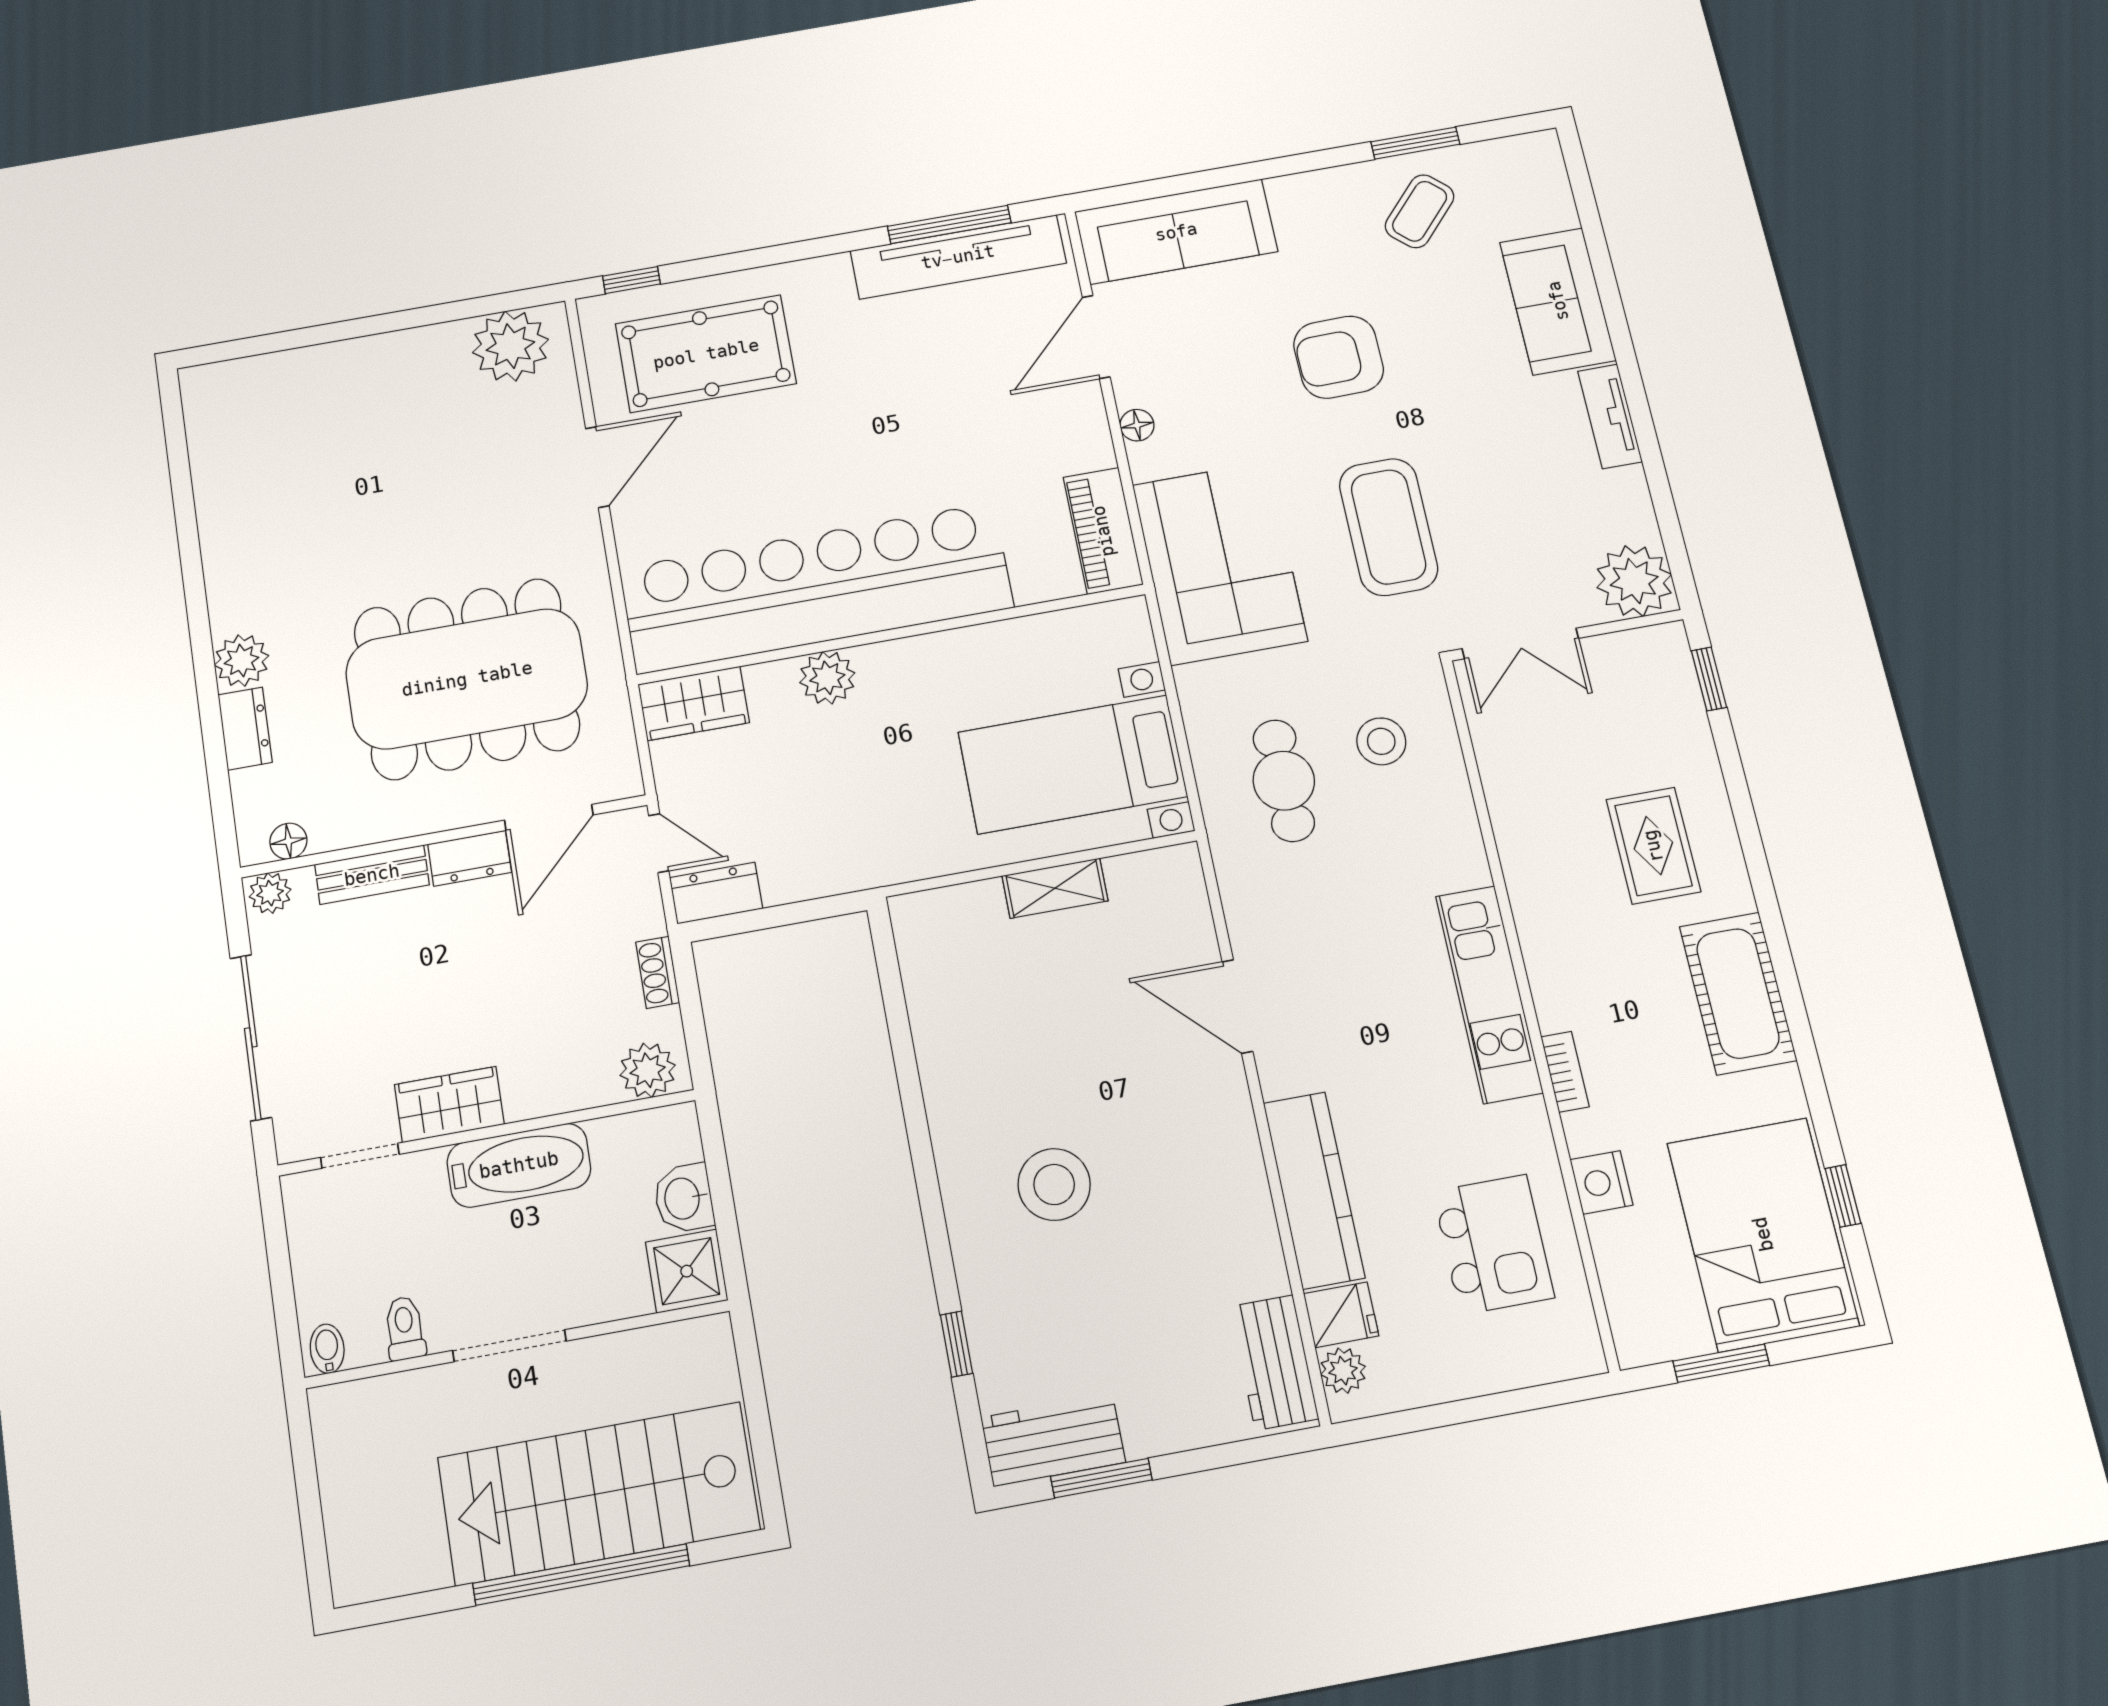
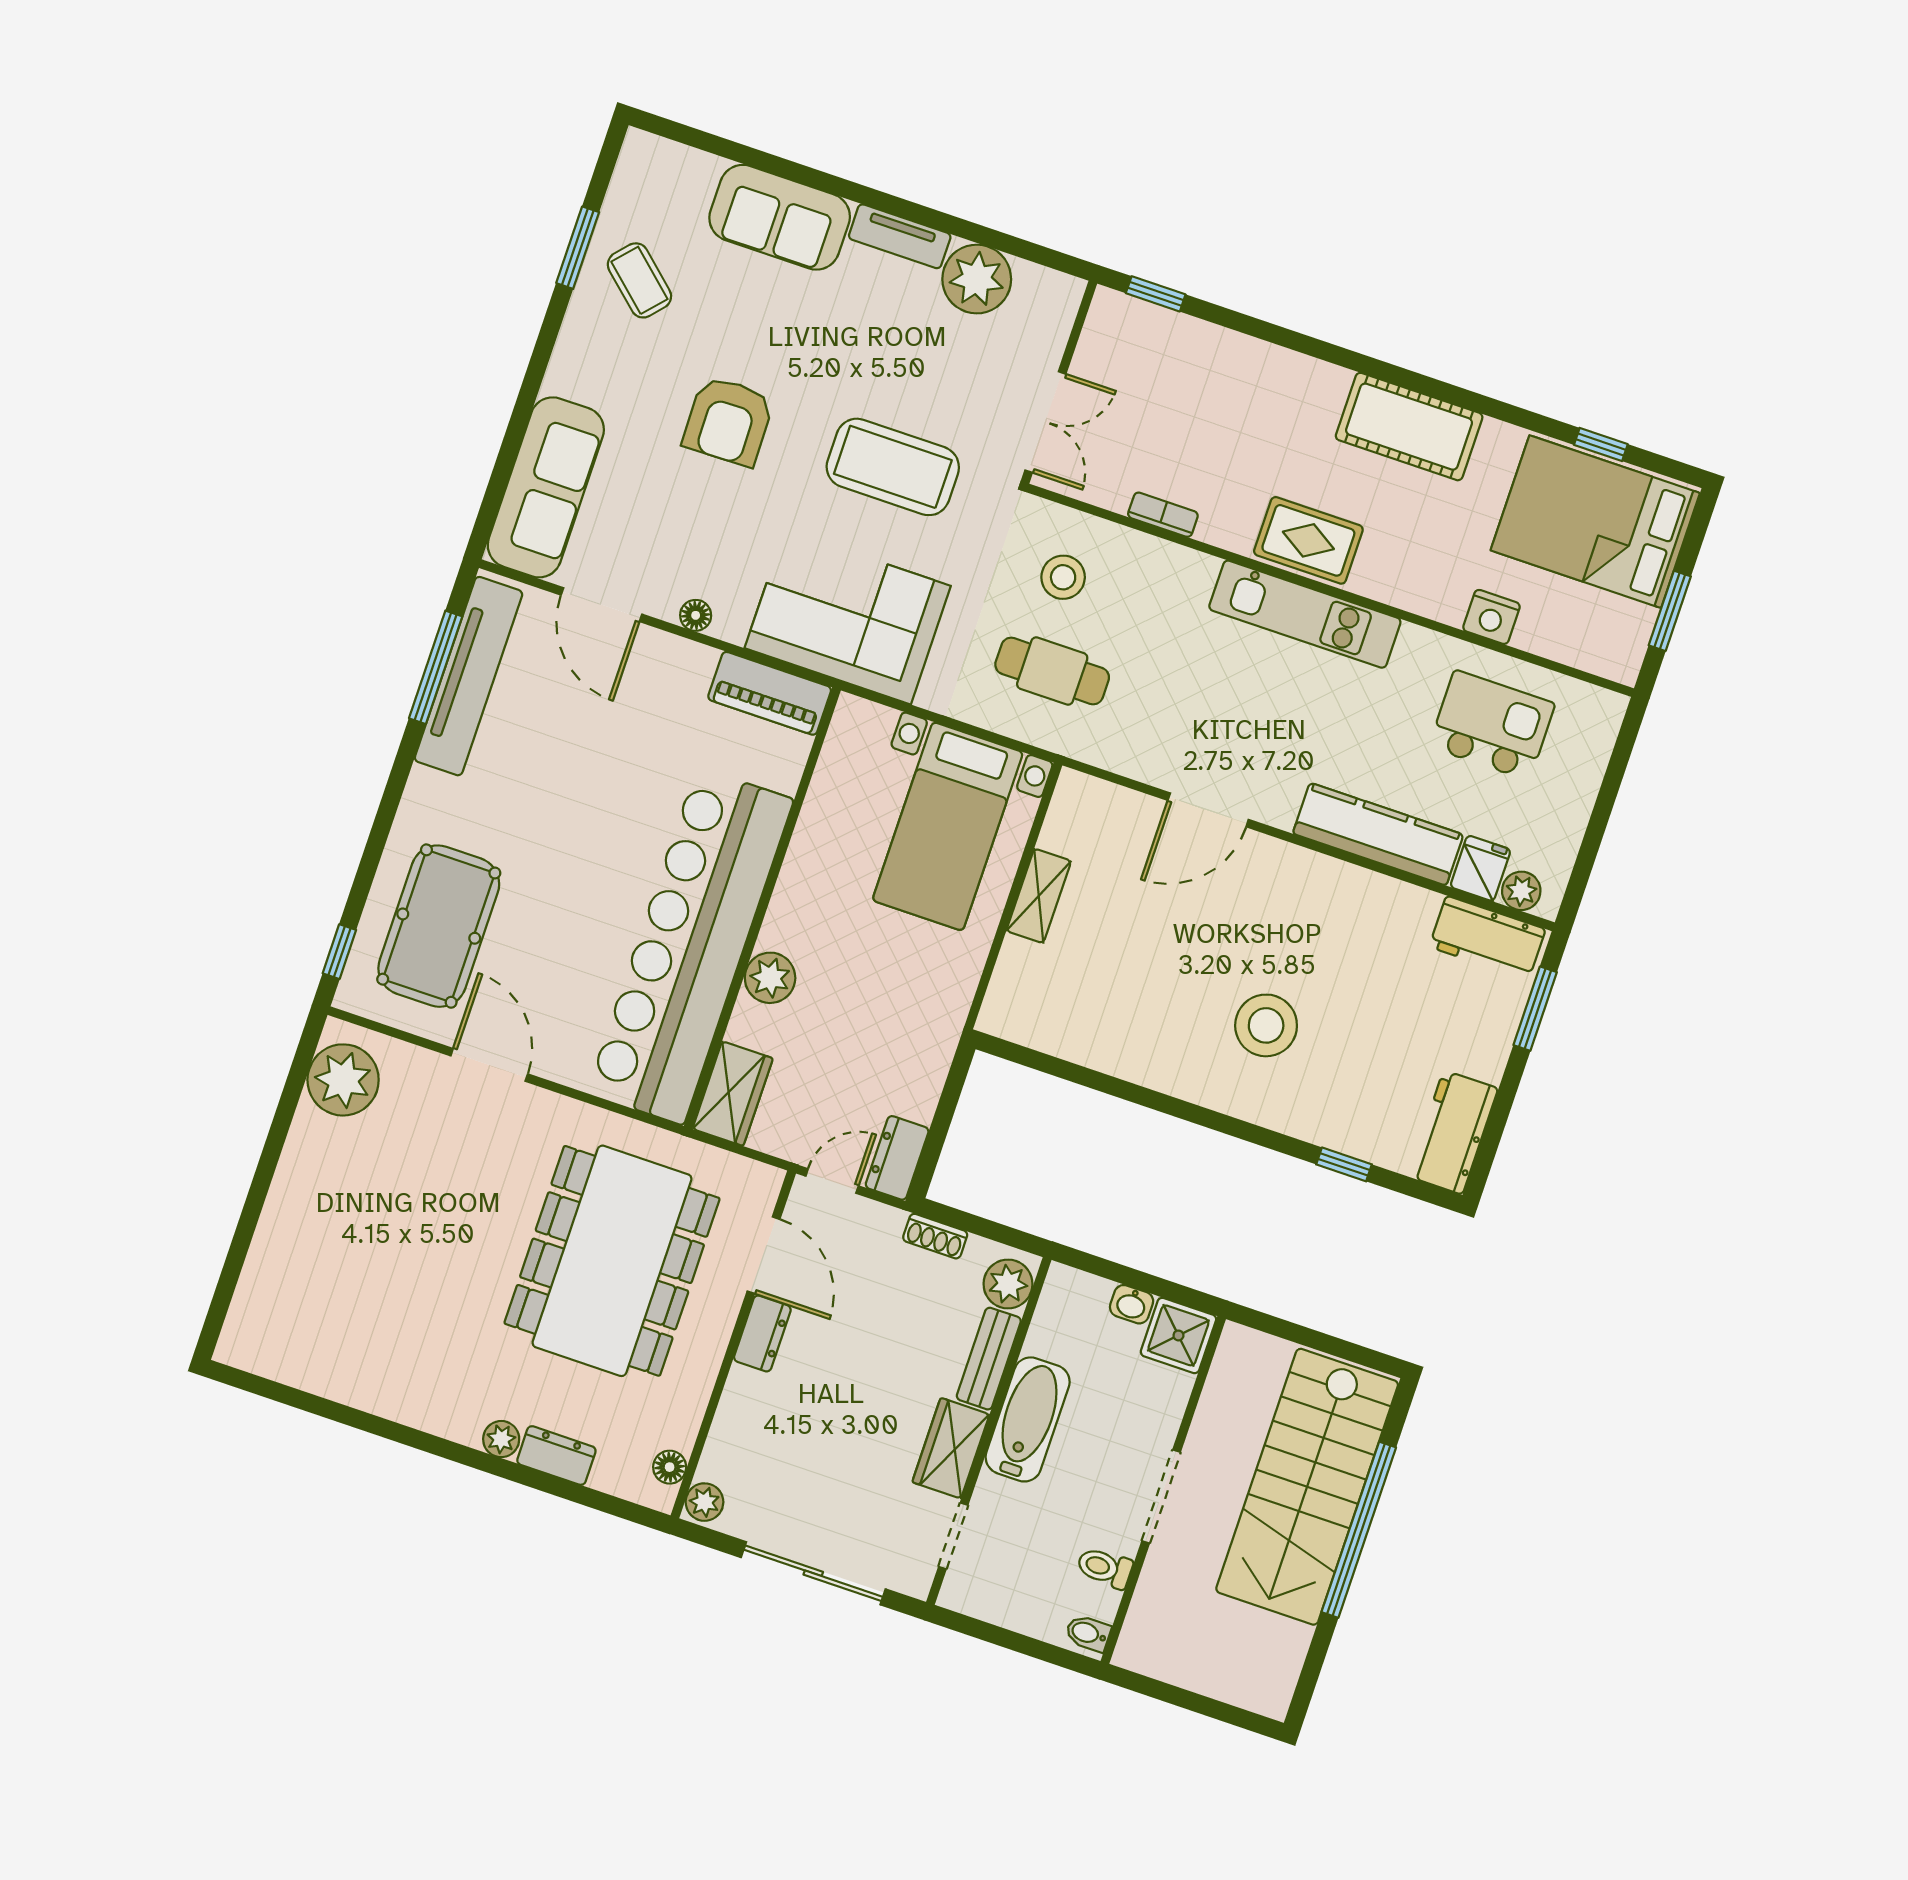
plant: (1634, 581) -> (977, 279), moved
plant: (242, 660) -> (501, 1439), width x0.73, depth x0.73
rug: (1653, 846) -> (1308, 540), moved
bench: (372, 875) -> (989, 1359), moved
bookcase: (1565, 1072) -> (1163, 515), moved
washbasin: (684, 1198) -> (1132, 1304), width x0.72, depth x0.69
window: (1101, 1478) -> (1535, 1009), moved

